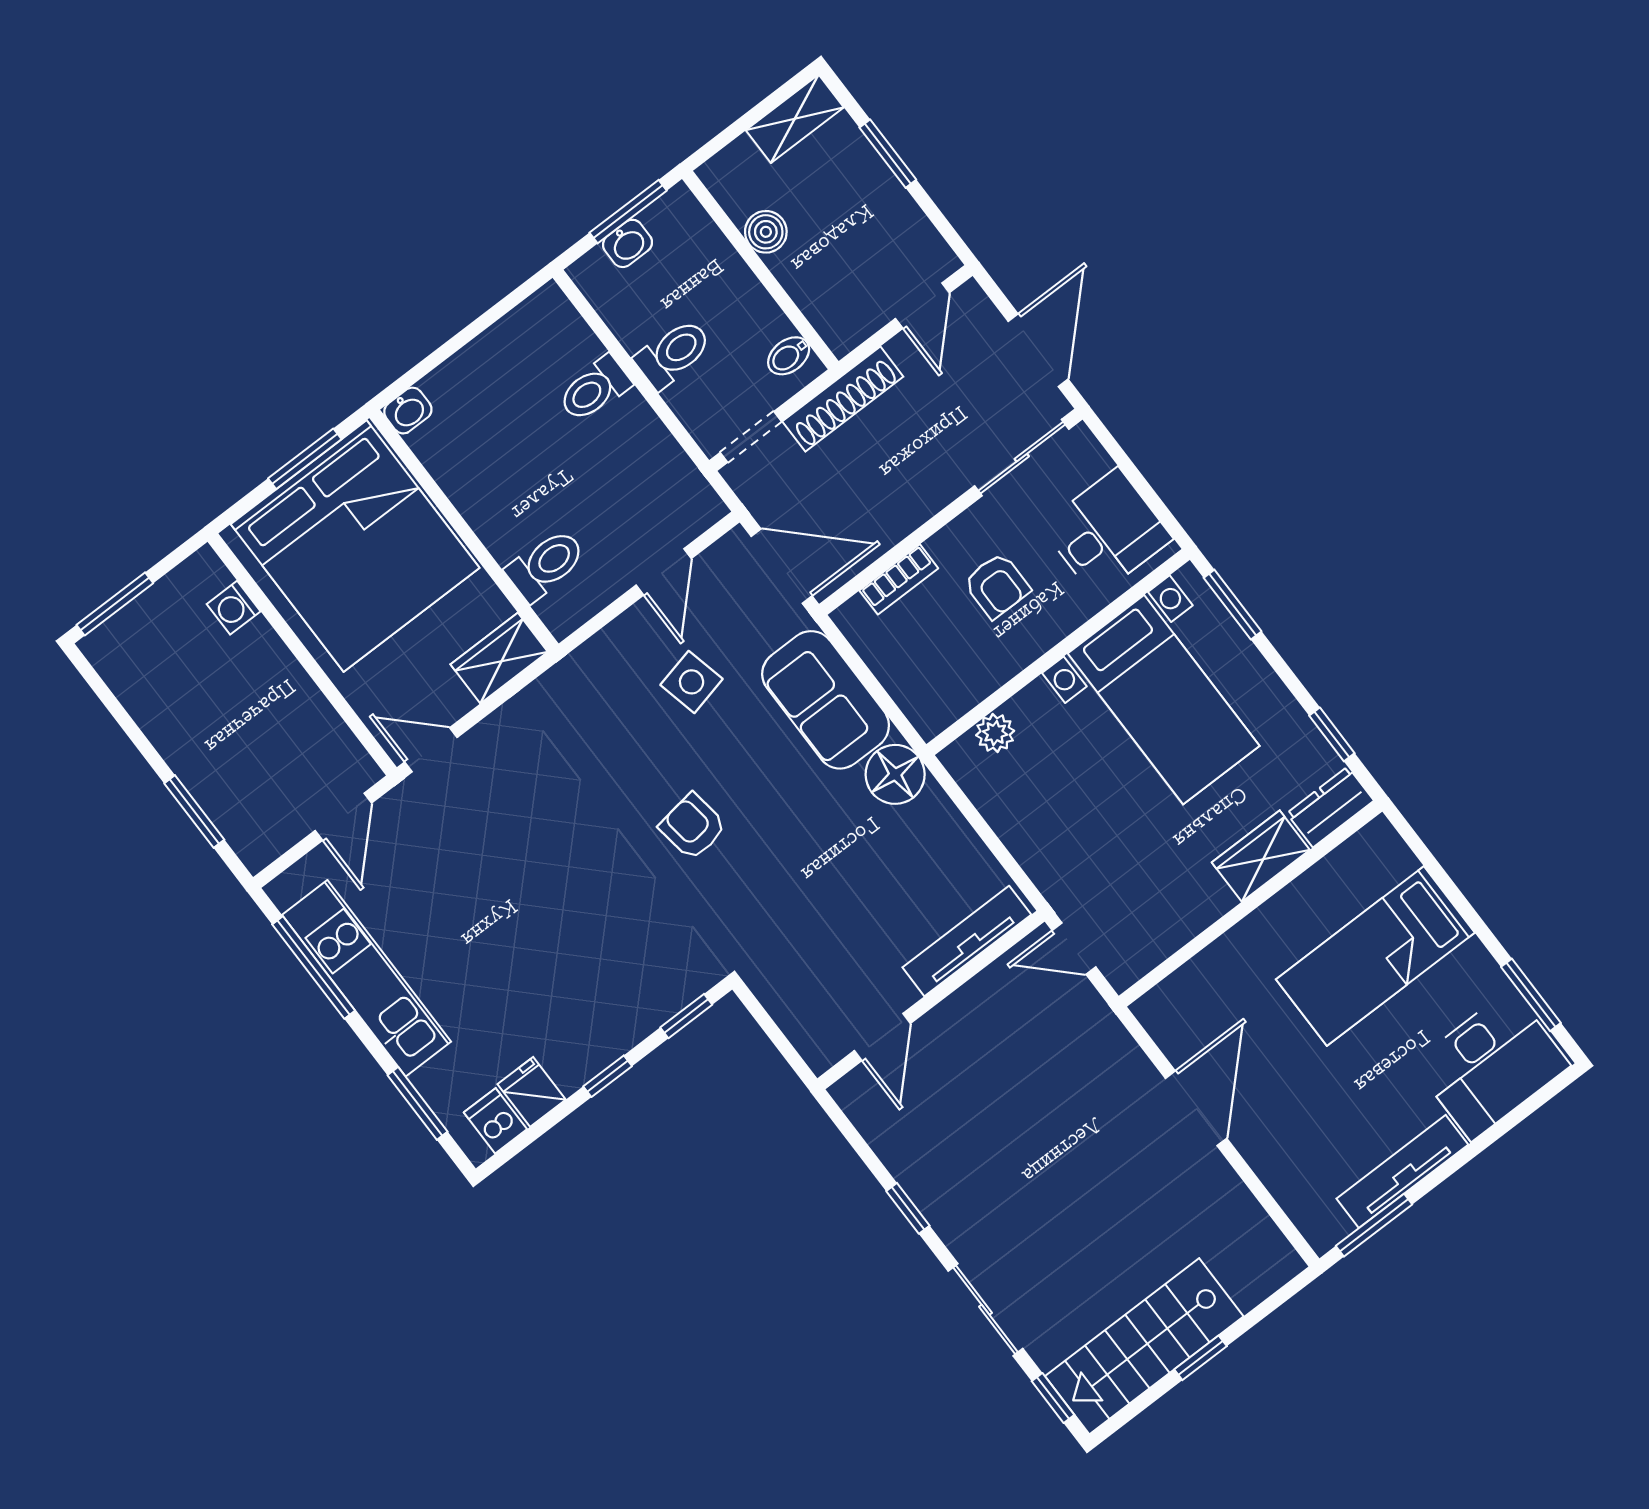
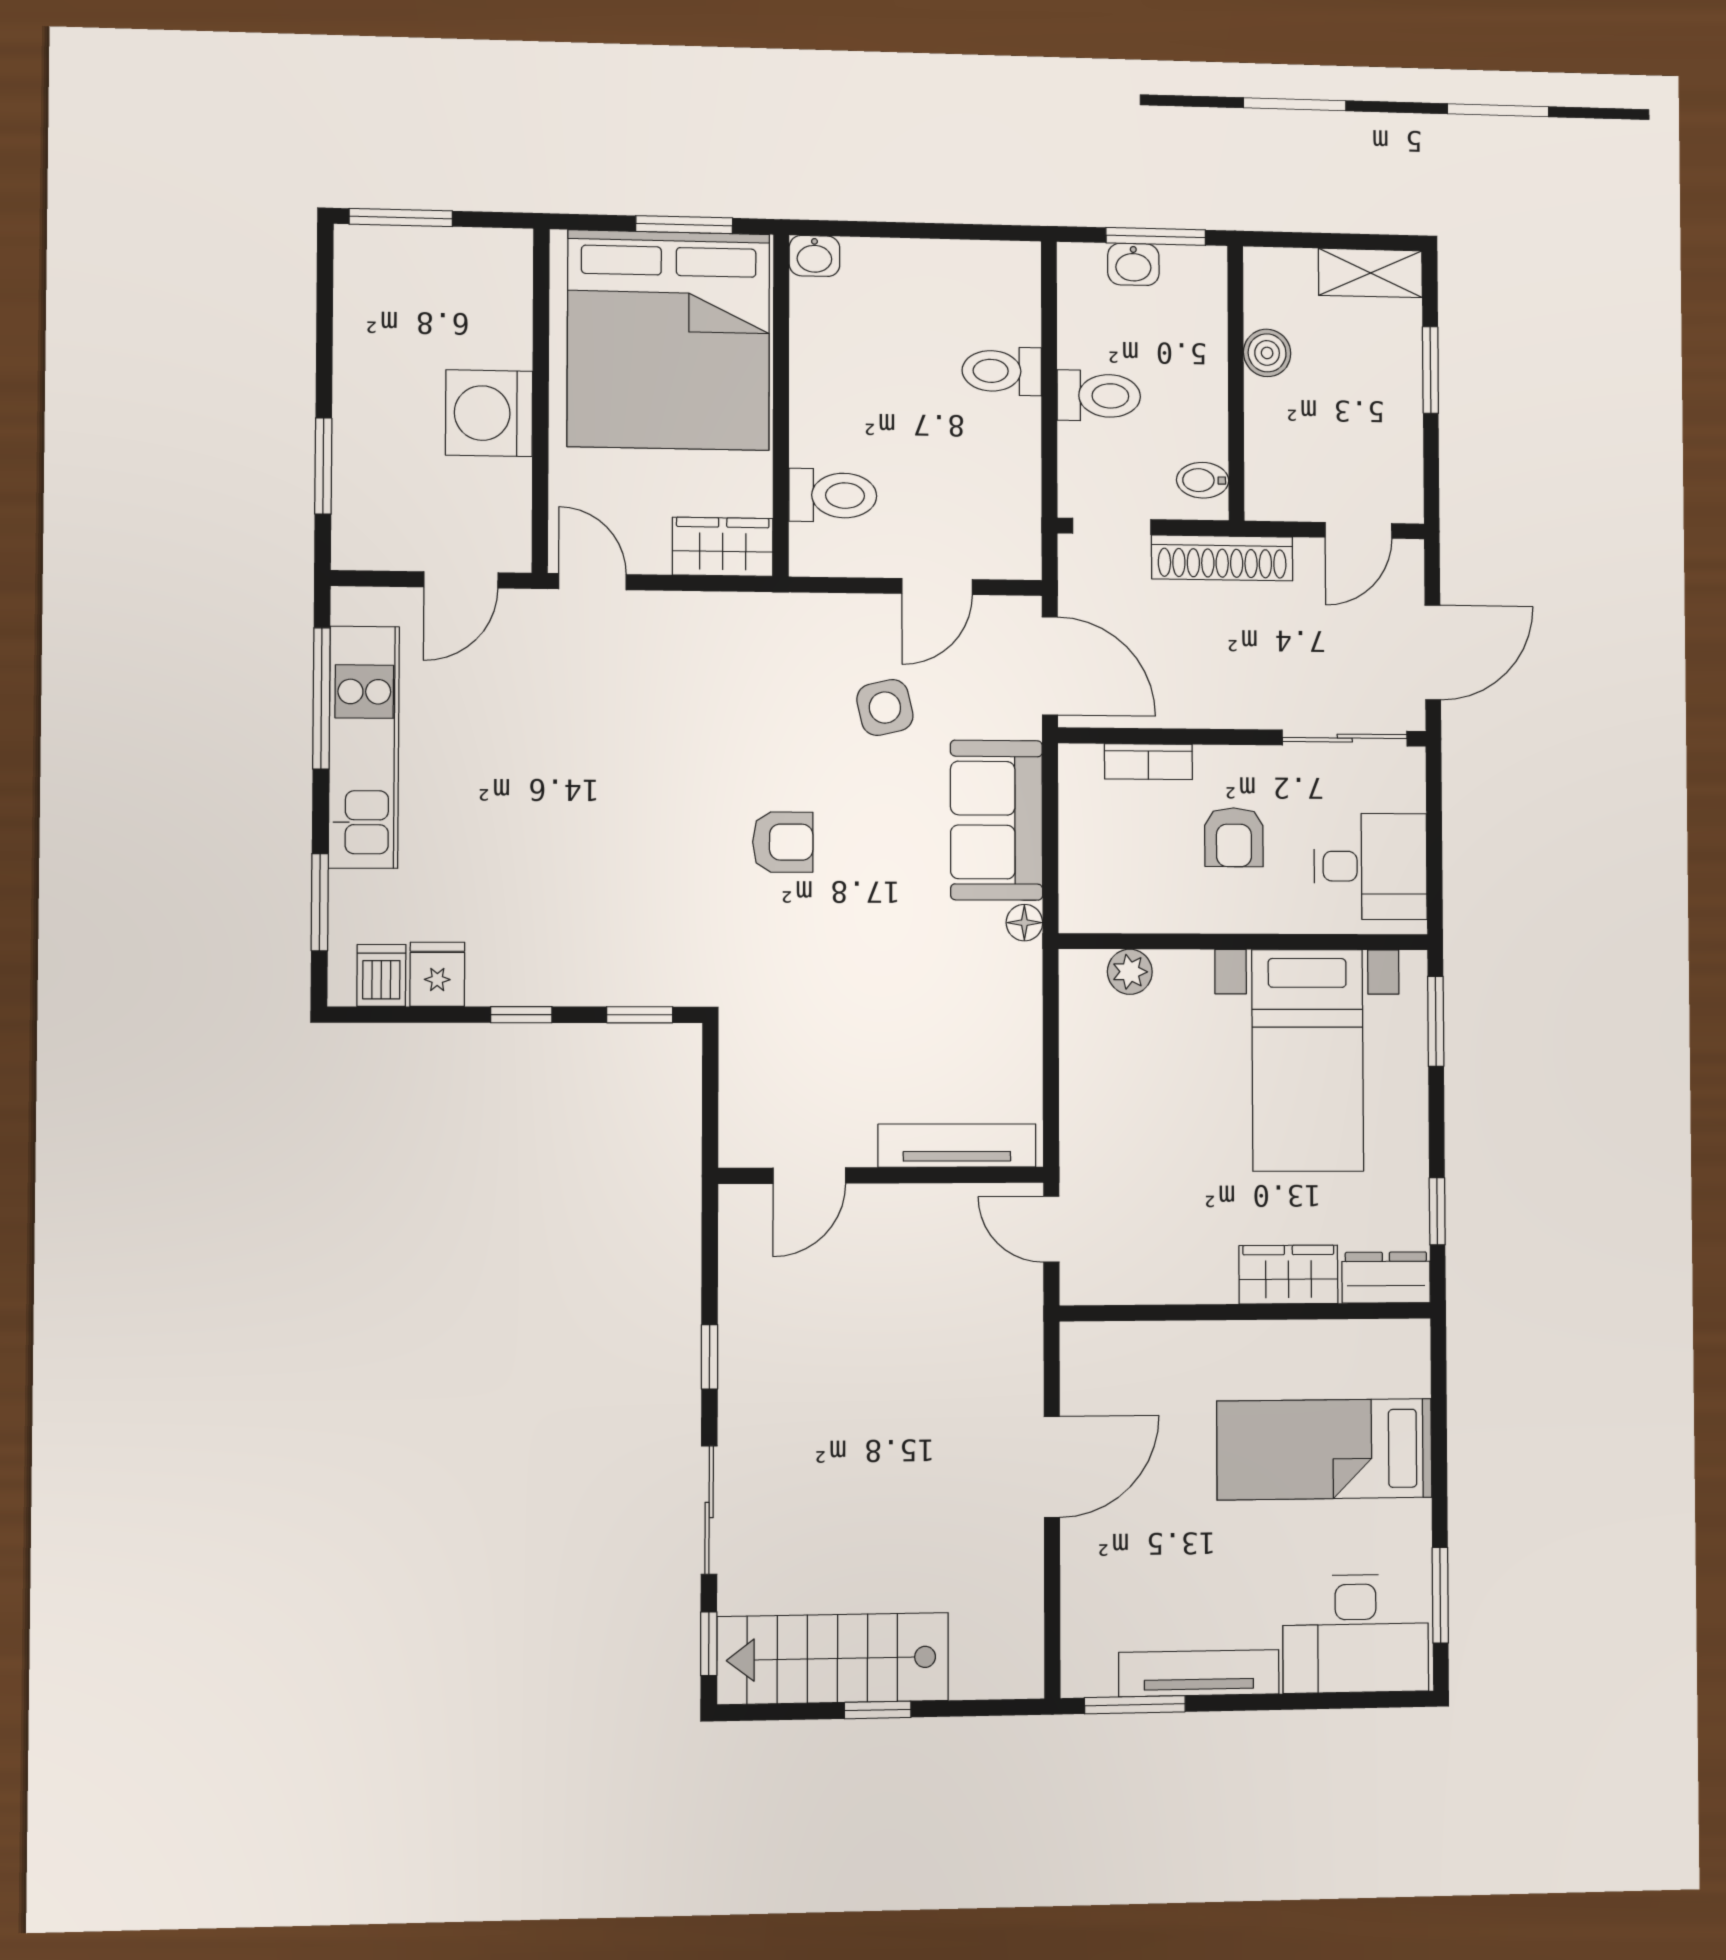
washing machine: (234, 608) -> (489, 413), moved, width x1.89, depth x1.89
floor lamp: (895, 774) -> (1024, 923), width x0.53, depth x0.53
armchair: (693, 827) -> (783, 842), turned 98

